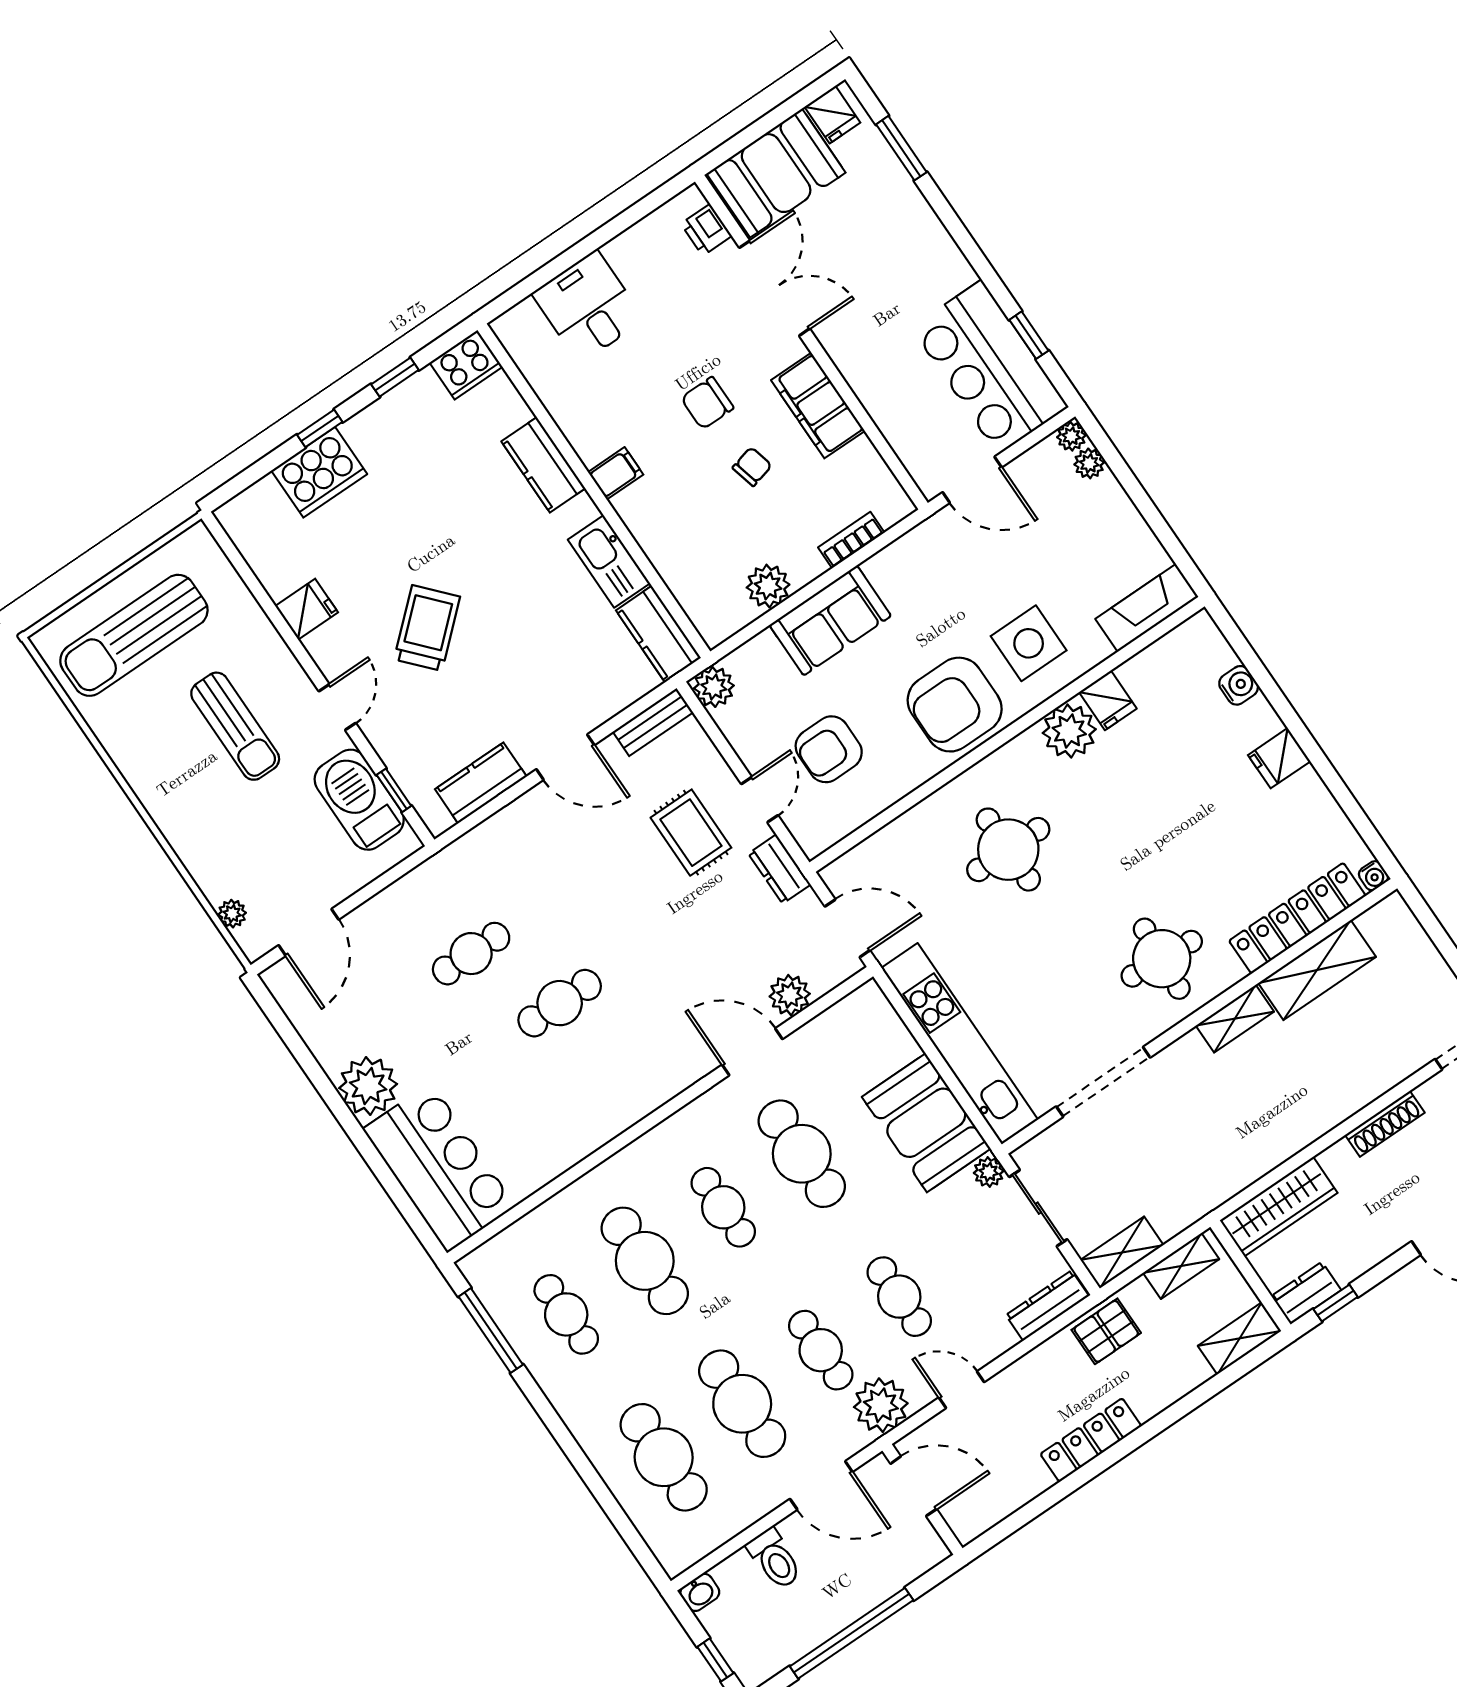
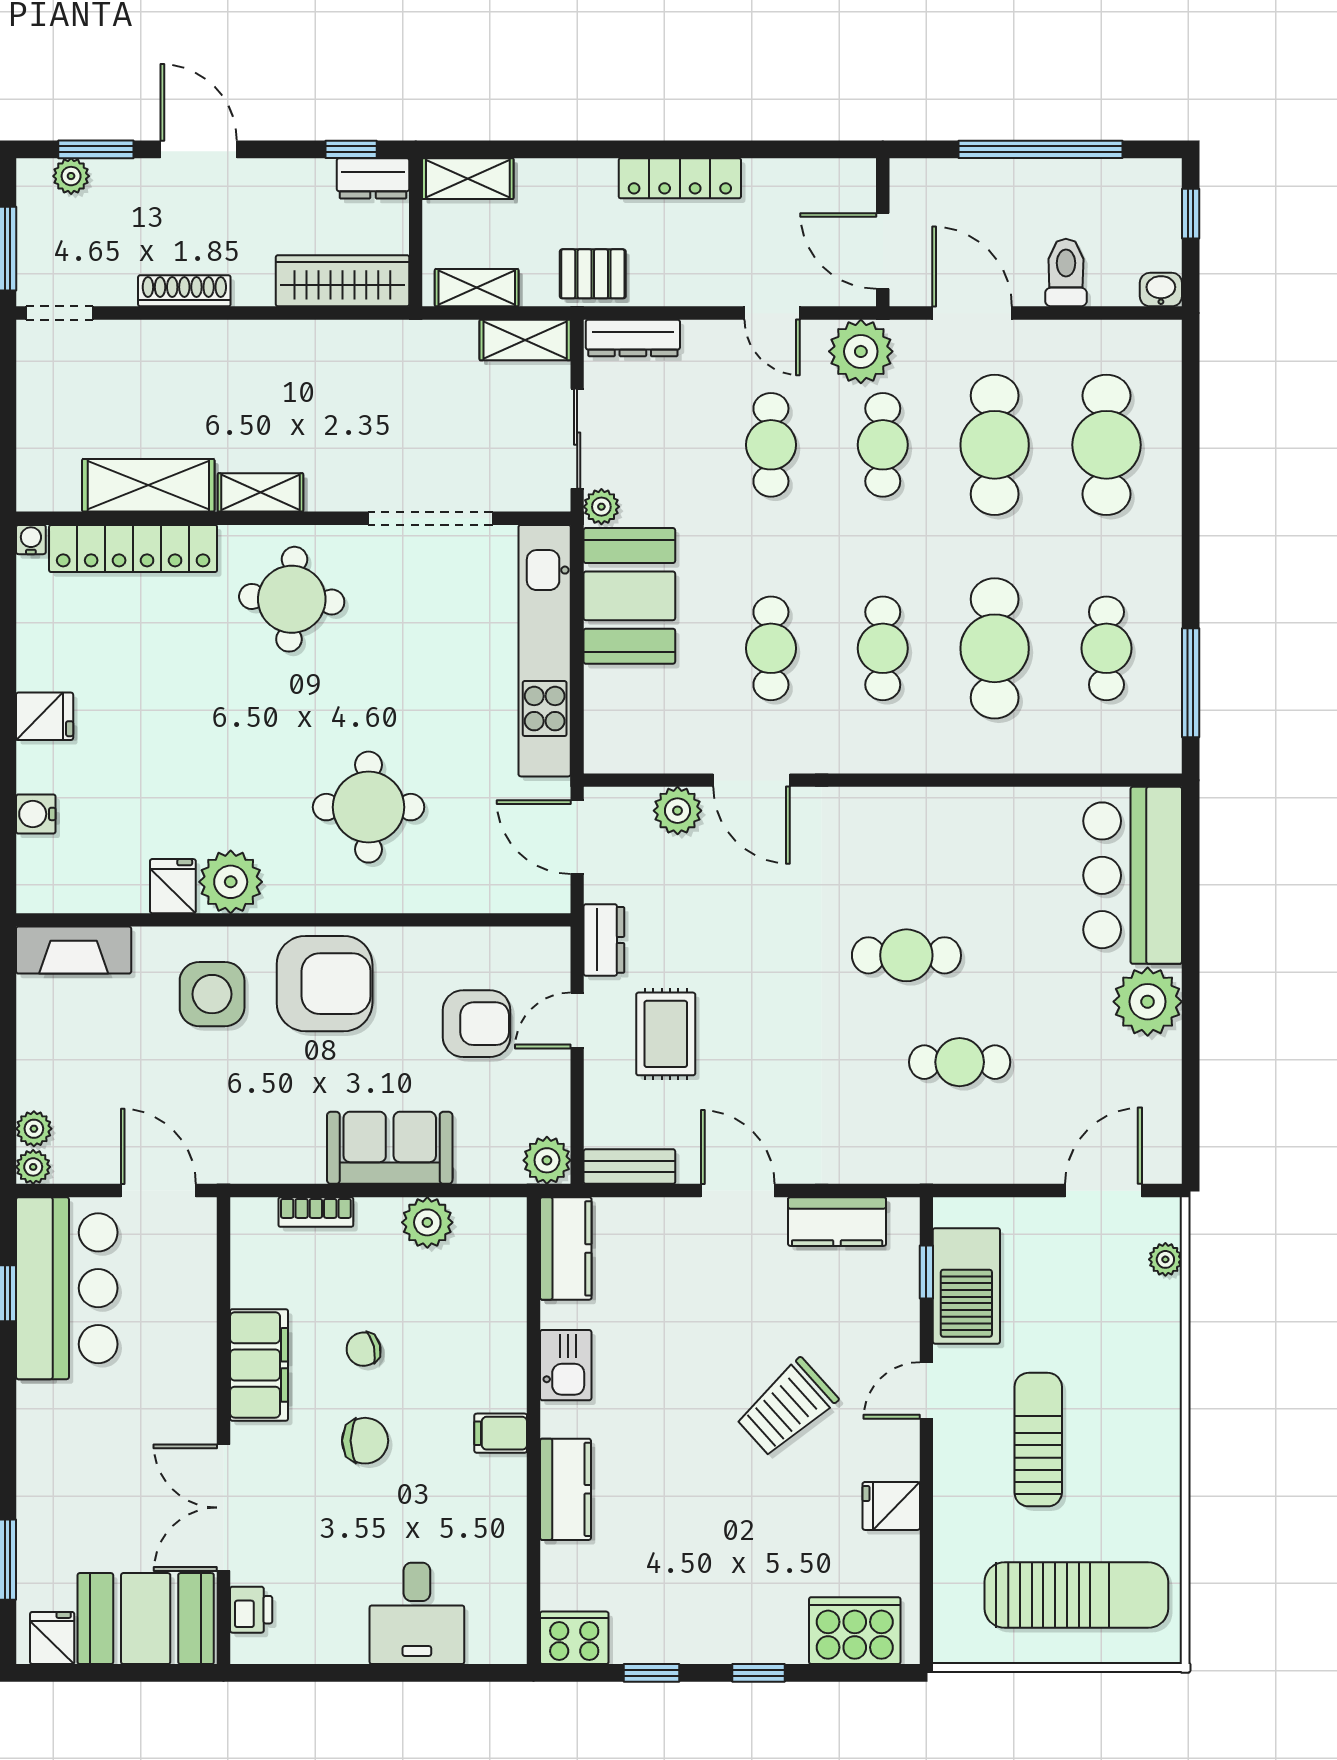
cooker: (319, 472) -> (855, 1631), moved
kitchen sink: (609, 561) -> (566, 1365), width x0.73
cafe table: (802, 1154) -> (771, 648), width x0.73, depth x0.74

